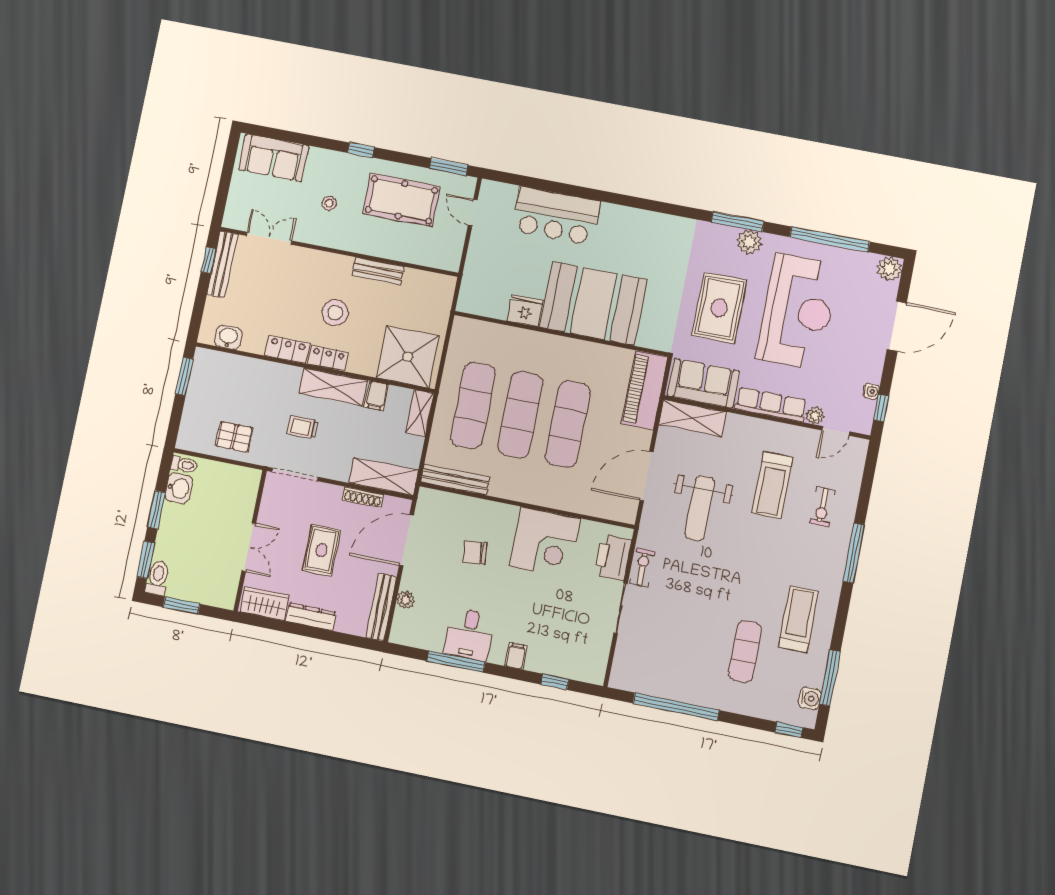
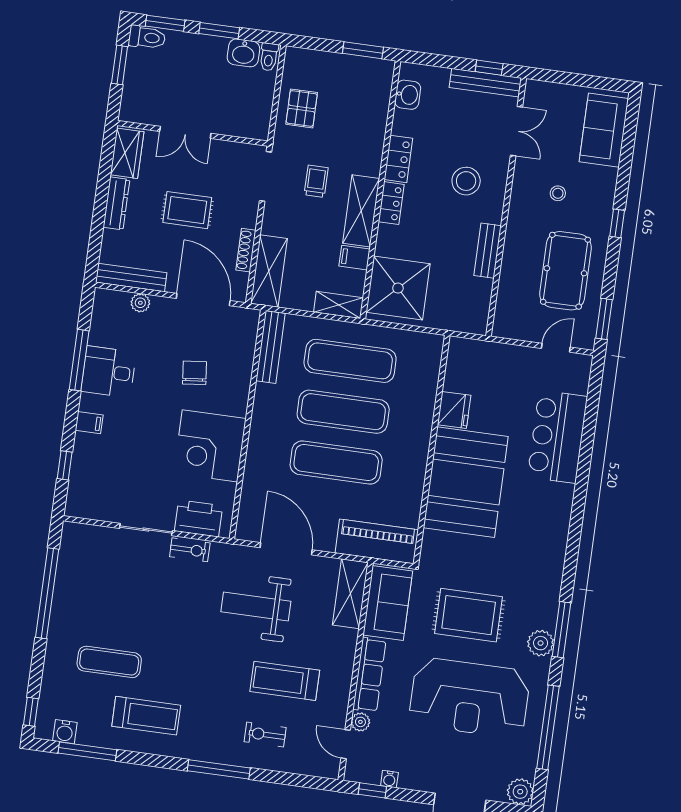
stool: (335, 313) -> (466, 181), moved

